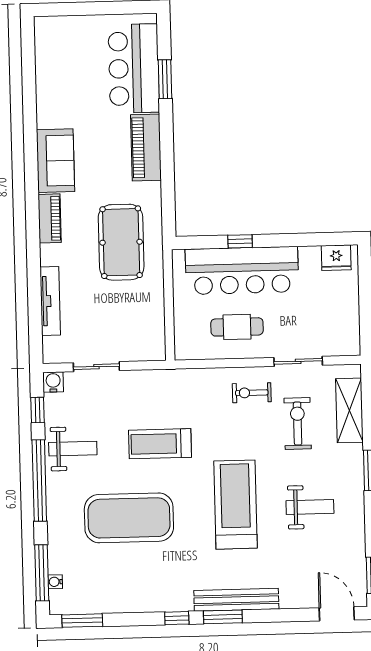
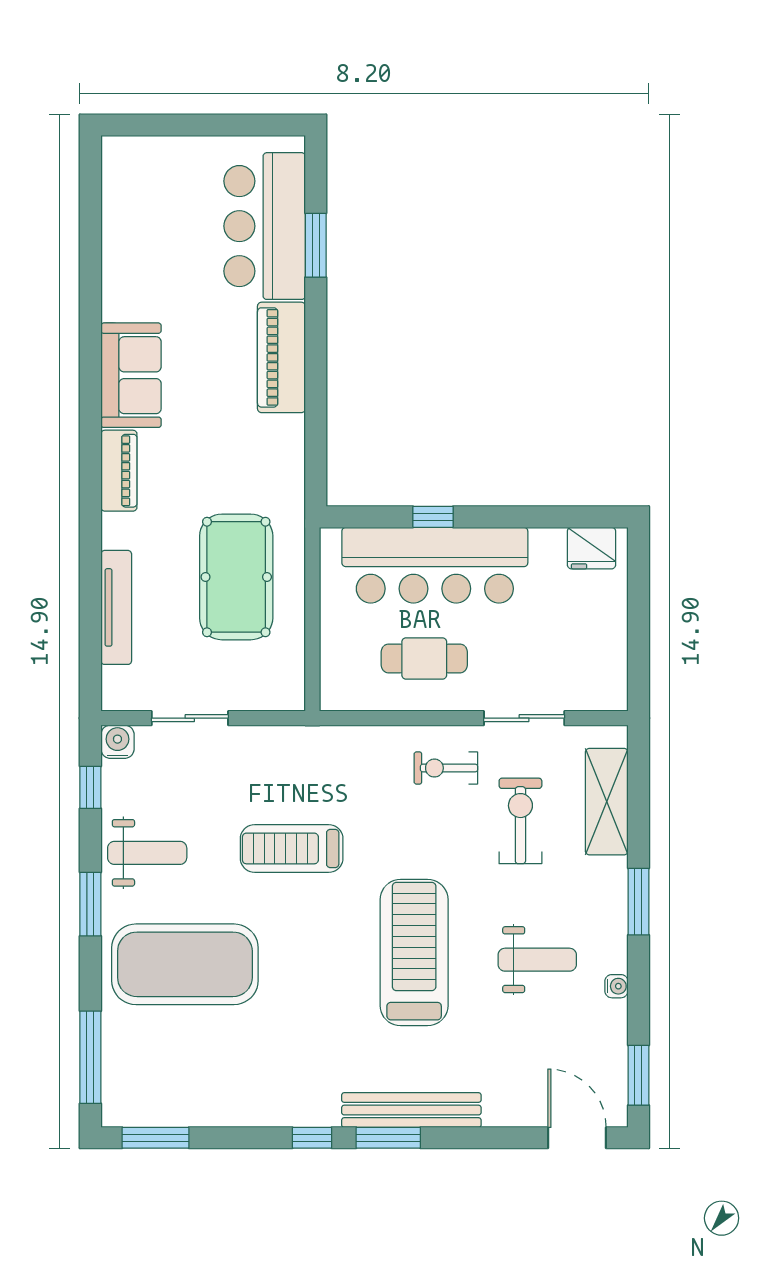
pool table: (121, 242) -> (236, 577), moved
window: (39, 481) -> (90, 904), width x0.47
exercise mat: (129, 518) -> (185, 964), moved
water cooler: (55, 582) -> (616, 986), moved, turned 180

